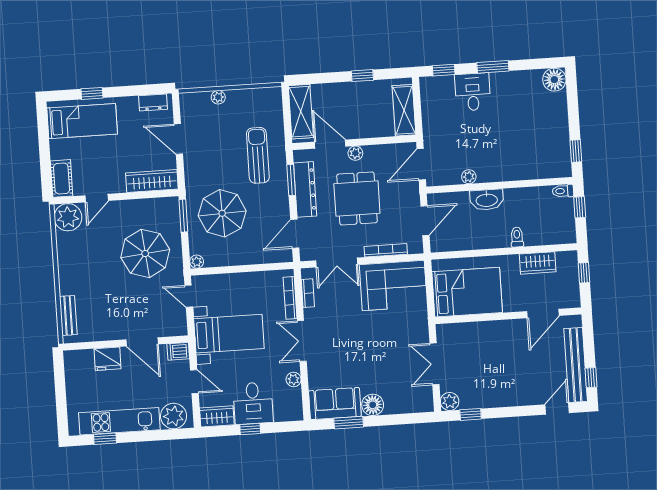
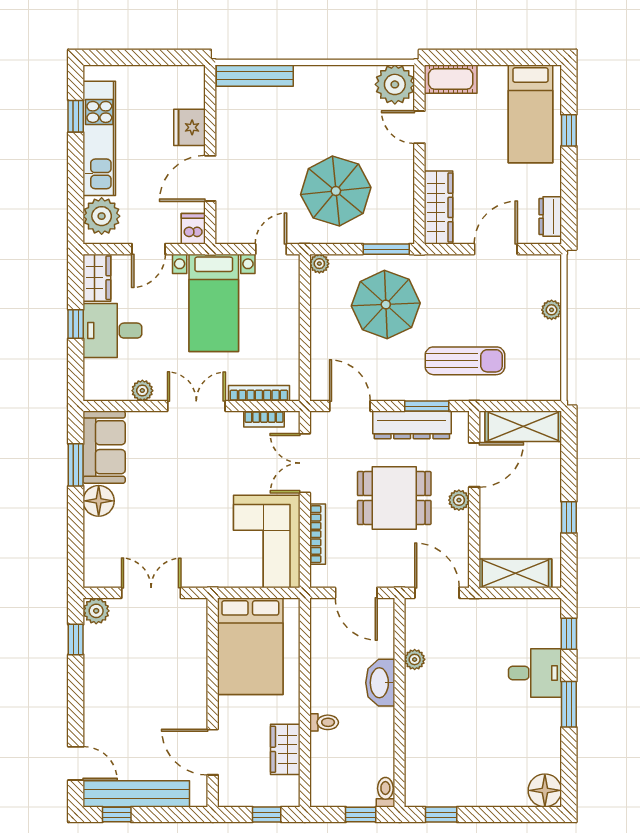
bench: (68, 315) -> (255, 76), width x1.36

